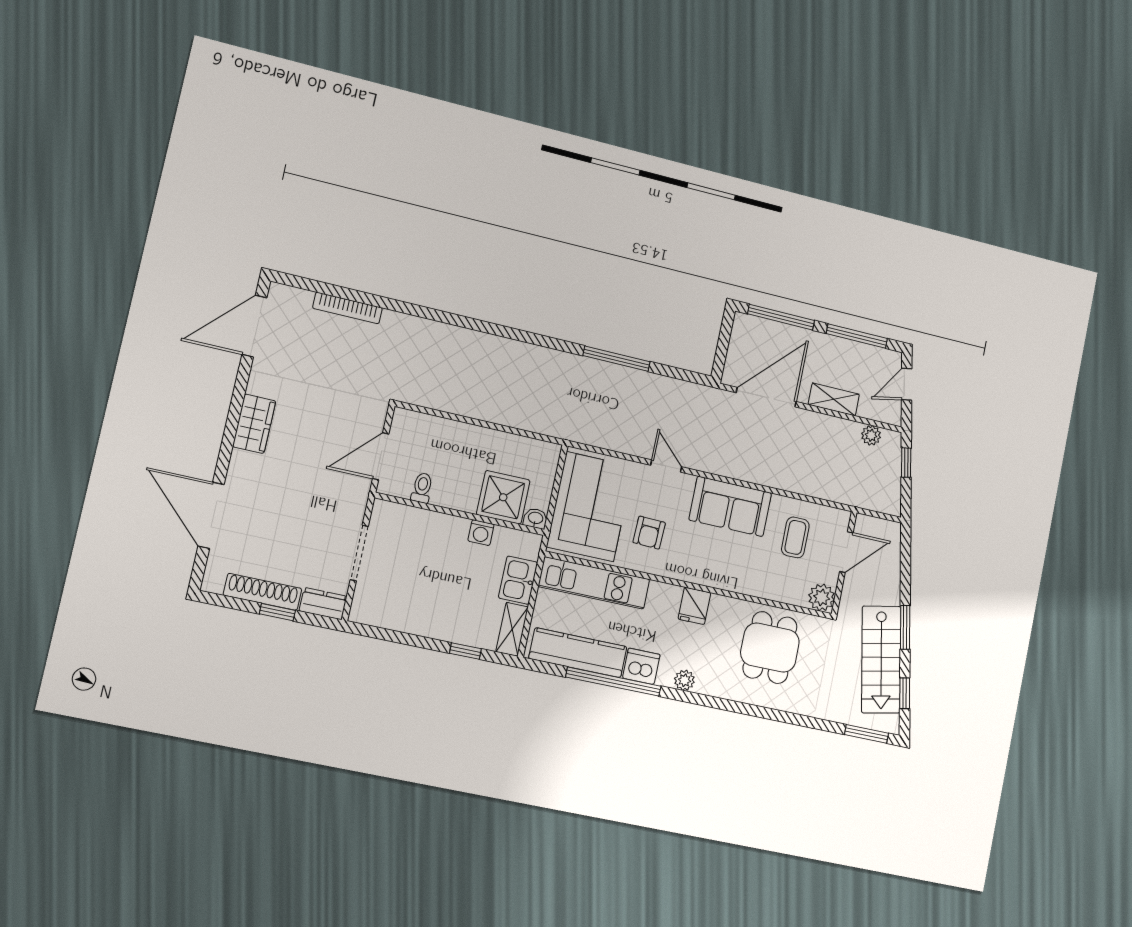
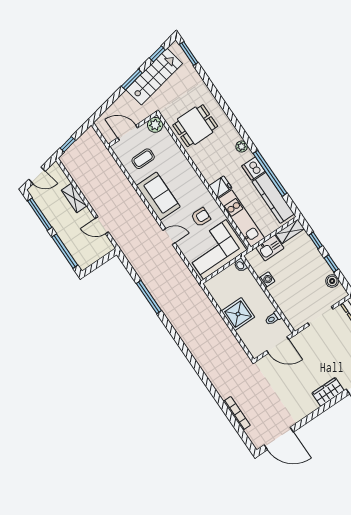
door: (766, 397) -> (102, 225), width x0.53
wardrobe: (254, 424) -> (328, 392), moved
plant: (871, 435) -> (72, 169), removed
door: (666, 466) -> (169, 236), swing flipped
shower: (503, 497) -> (238, 314), moved
fridge: (694, 606) -> (220, 187), moved
boiler: (389, 617) -> (332, 281), added
window: (413, 640) -> (331, 264), added

